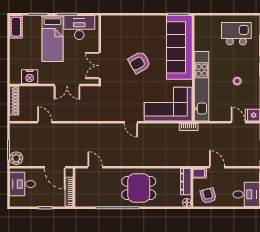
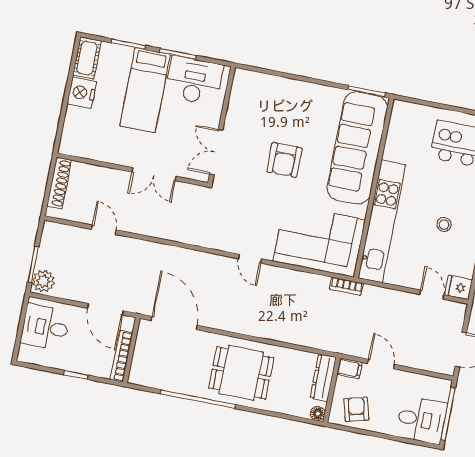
armchair: (139, 62) -> (284, 160), turned -60
nightstand: (30, 77) -> (82, 93), moved, turned 90
door: (95, 167) -> (174, 323), width x1.88

